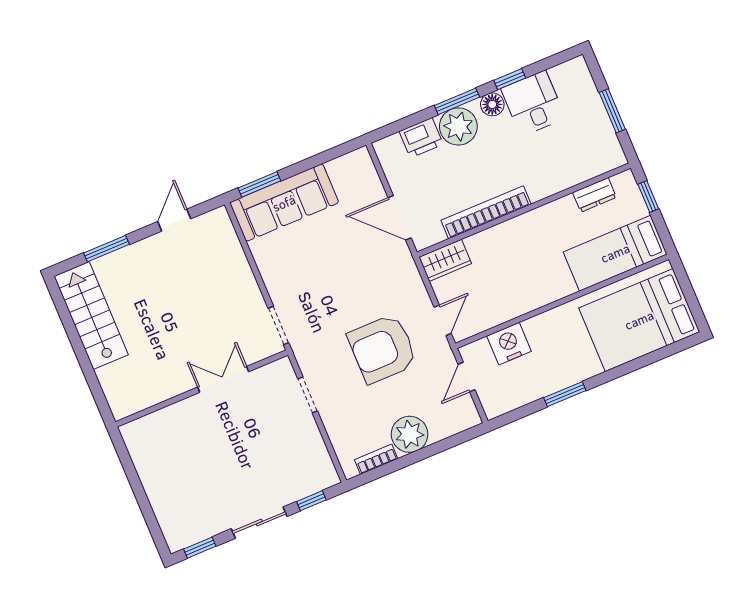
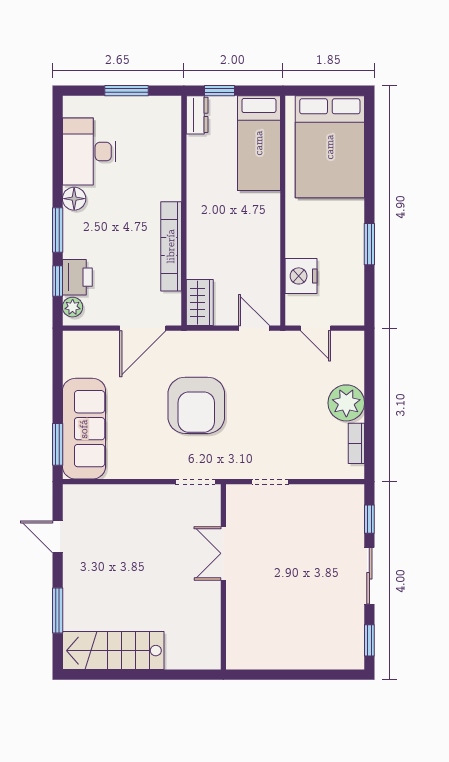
window: (510, 79) -> (58, 281), moved
desk: (533, 103) -> (89, 152), width x1.37
plant: (458, 126) -> (73, 307), moved, width x0.53, depth x0.53
dresser: (594, 195) -> (197, 115), moved
armchair: (382, 349) -> (196, 405), moved

